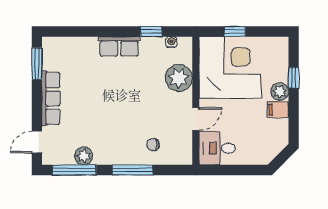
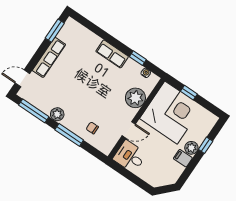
plant: (84, 156) -> (57, 114), moved

